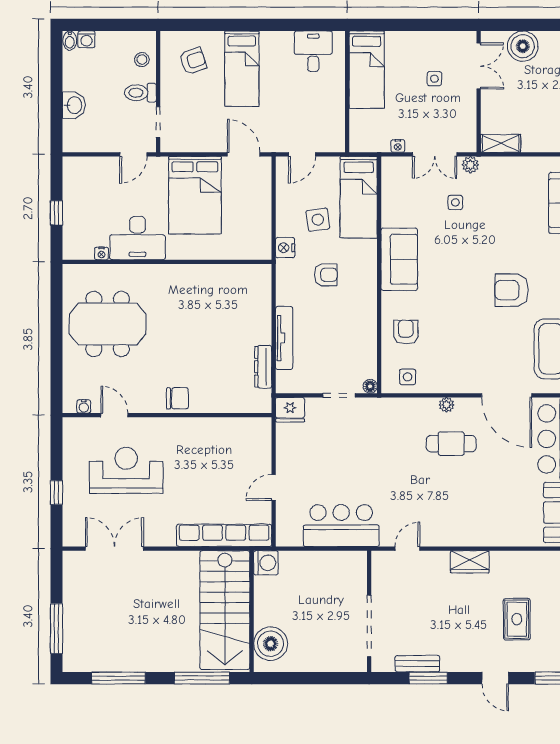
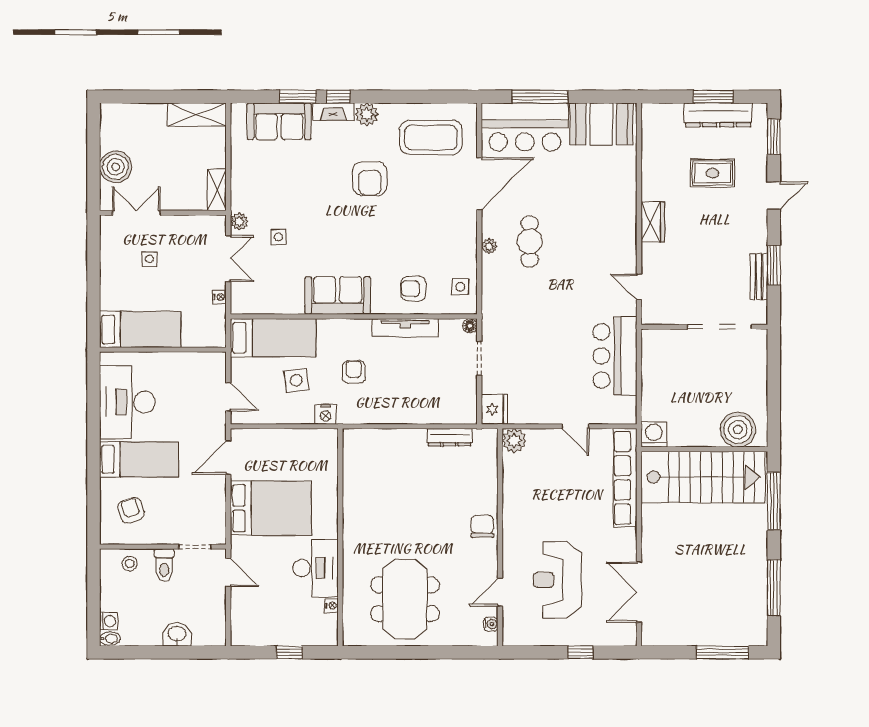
desk: (313, 51) -> (127, 402), width x1.87, depth x1.30
tv unit: (284, 338) -> (405, 327), moved, turned 180
plant: (260, 429) -> (514, 441), added

